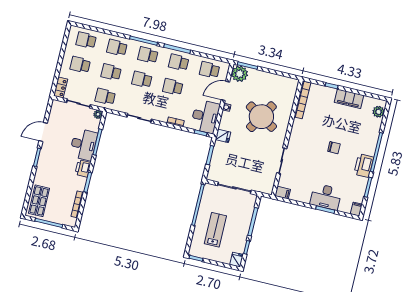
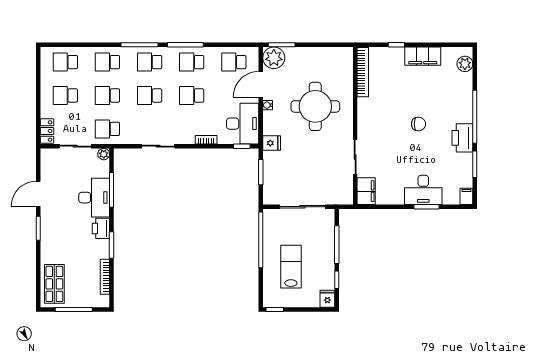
round table: (261, 117) -> (315, 106), turned -31
filing cabinet: (283, 193) -> (366, 191), width x2.00

